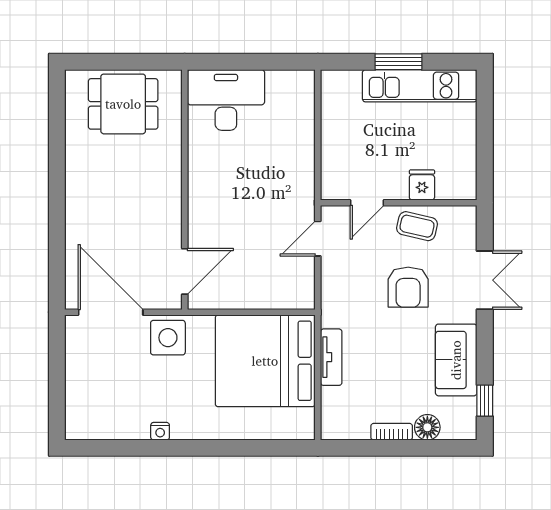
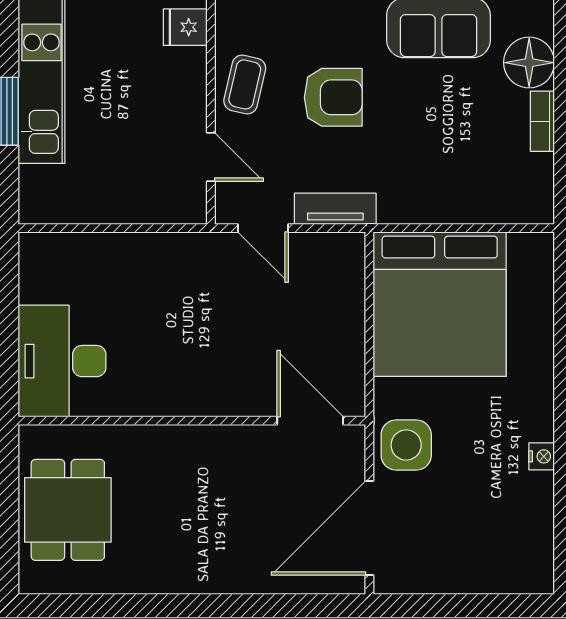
fridge: (422, 185) -> (185, 27), moved
tv unit: (331, 357) -> (335, 209), moved
floor lamp: (427, 427) -> (529, 63), width x1.38, depth x1.38

